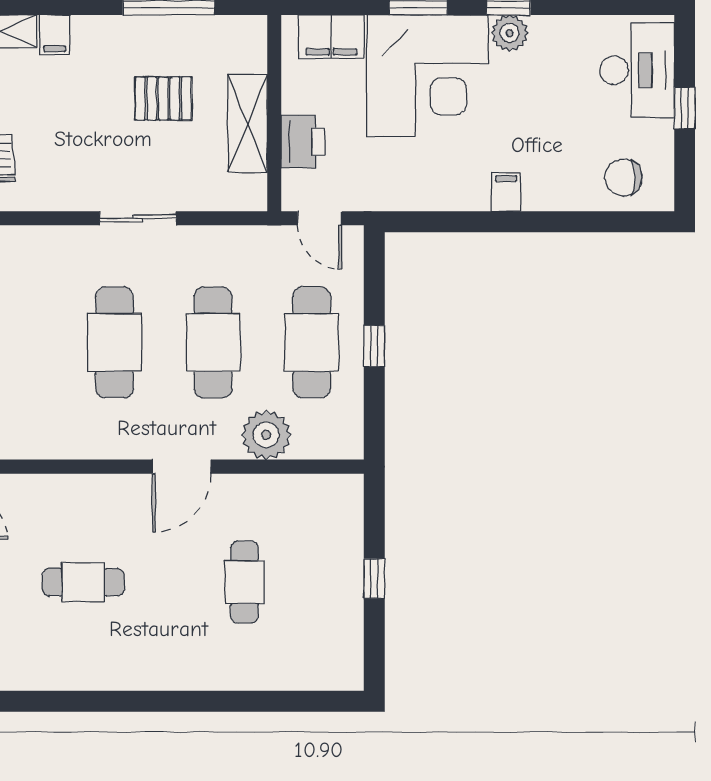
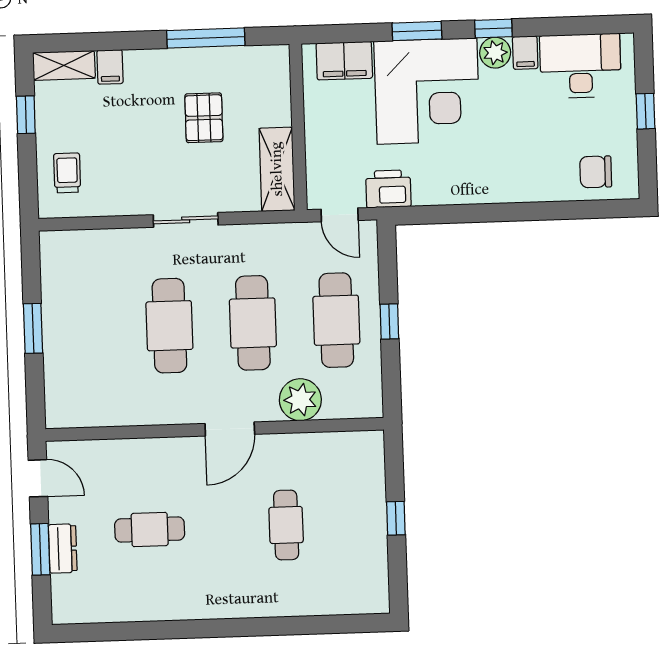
desk: (637, 70) -> (581, 66), moved, turned -90
pallet: (163, 98) -> (204, 118), turned 90
shelving: (248, 123) -> (277, 169), moved
printer: (303, 142) -> (388, 189), moved, turned -90
filing cabinet: (506, 192) -> (525, 53), moved, turned 180

